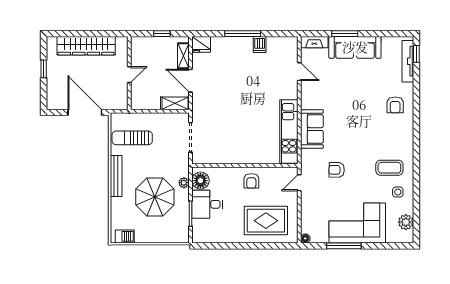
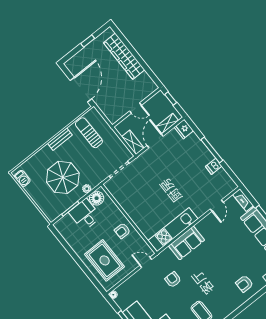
wall: (129, 73) -> (136, 107), moved
door: (129, 75) -> (135, 108), moved
bench: (116, 176) -> (60, 139), width x0.73

